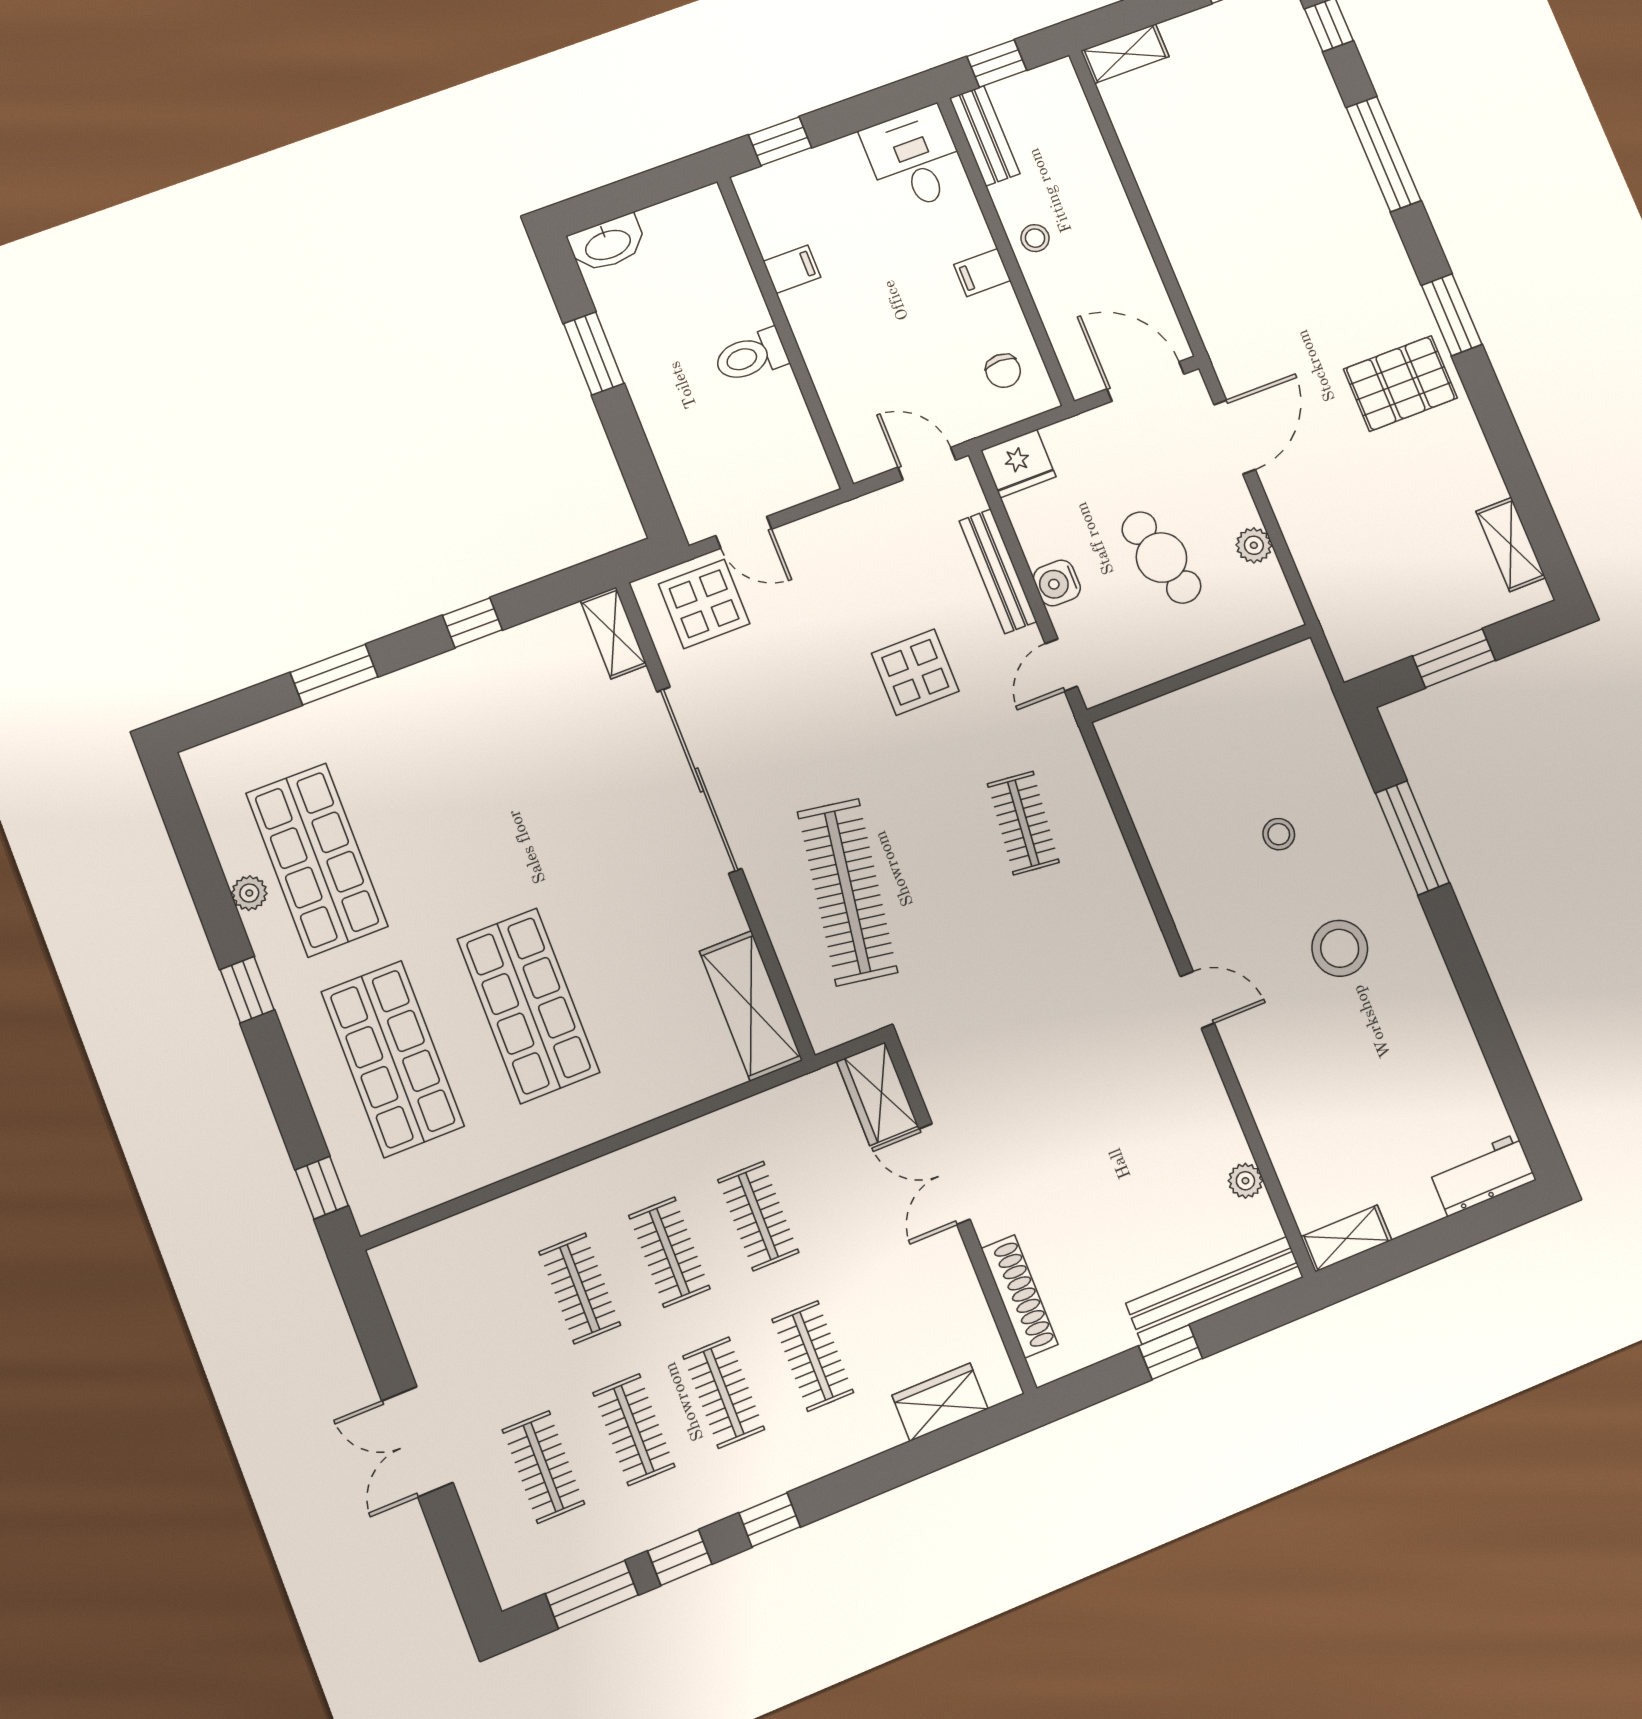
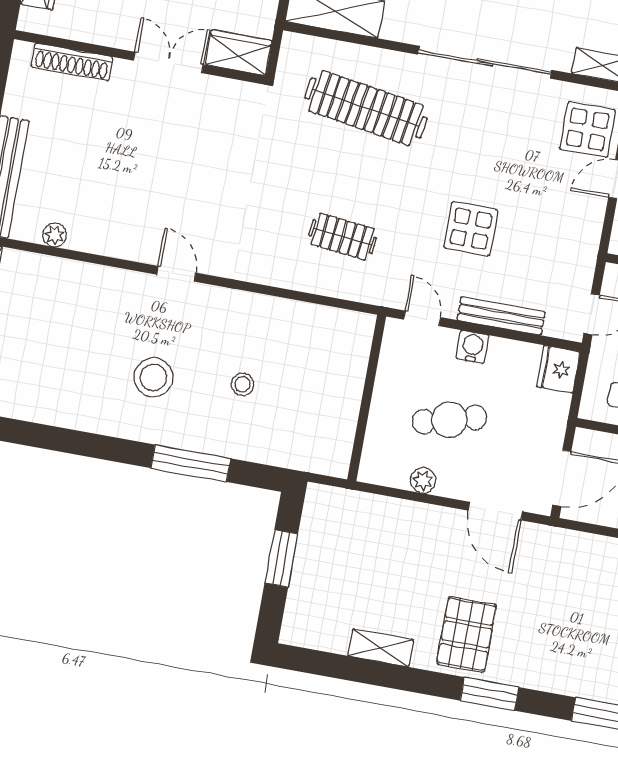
shelving: (1511, 544) -> (381, 648), moved
door: (1197, 1000) -> (176, 274), swing flipped

